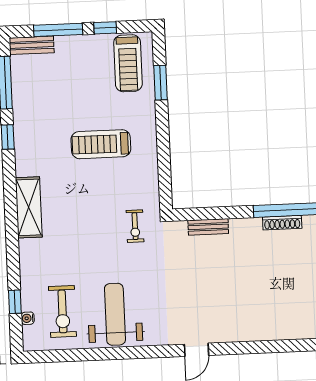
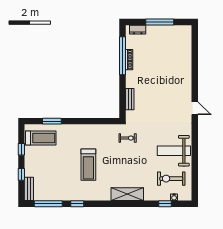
window: (58, 30) -> (21, 174), width x0.46
treadmill: (101, 144) -> (88, 165), moved
shelving: (29, 207) -> (127, 194), moved
exercise bike: (62, 311) -> (171, 179), turned 180

